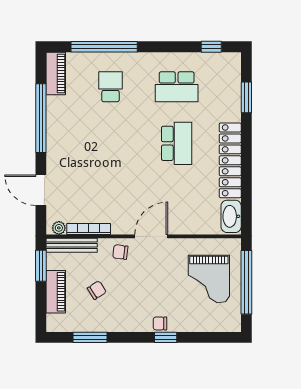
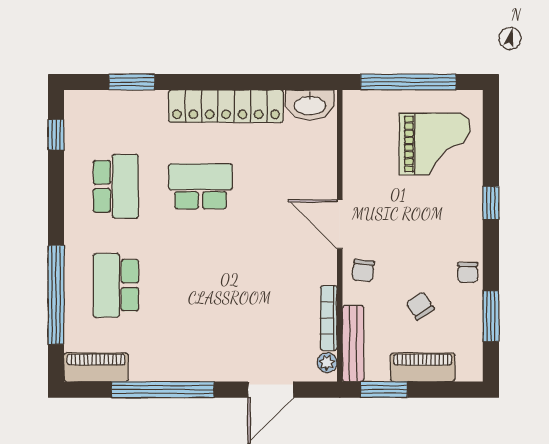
school desk: (111, 87) -> (116, 285), width x1.85
grand piano: (209, 279) -> (435, 144), moved
chair: (160, 323) -> (468, 272), moved

